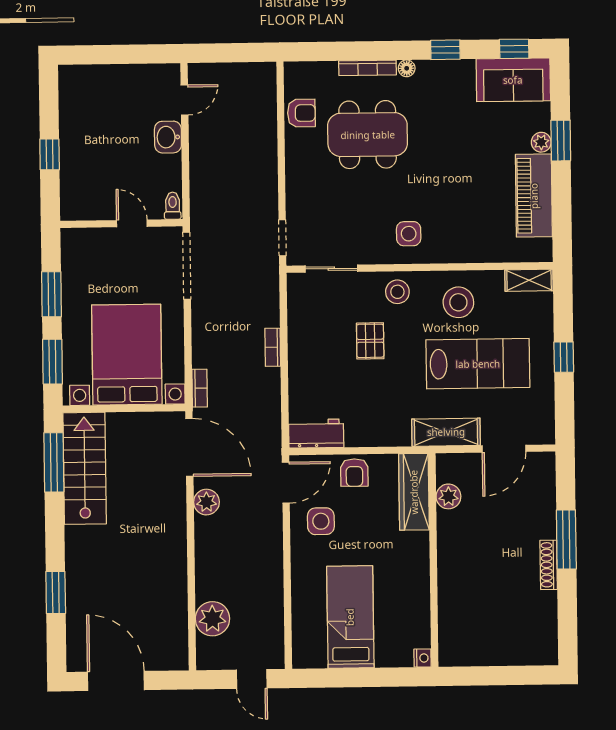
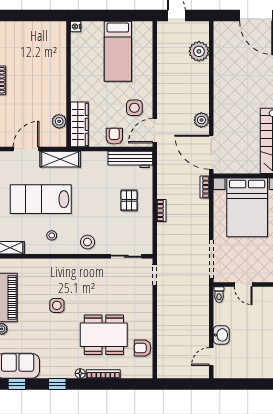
side table: (409, 234) -> (57, 305), moved
stool: (458, 302) -> (52, 235), width x0.53, depth x0.53
pallet: (370, 341) -> (129, 200), moved
workbench: (316, 434) -> (130, 159), width x1.38

